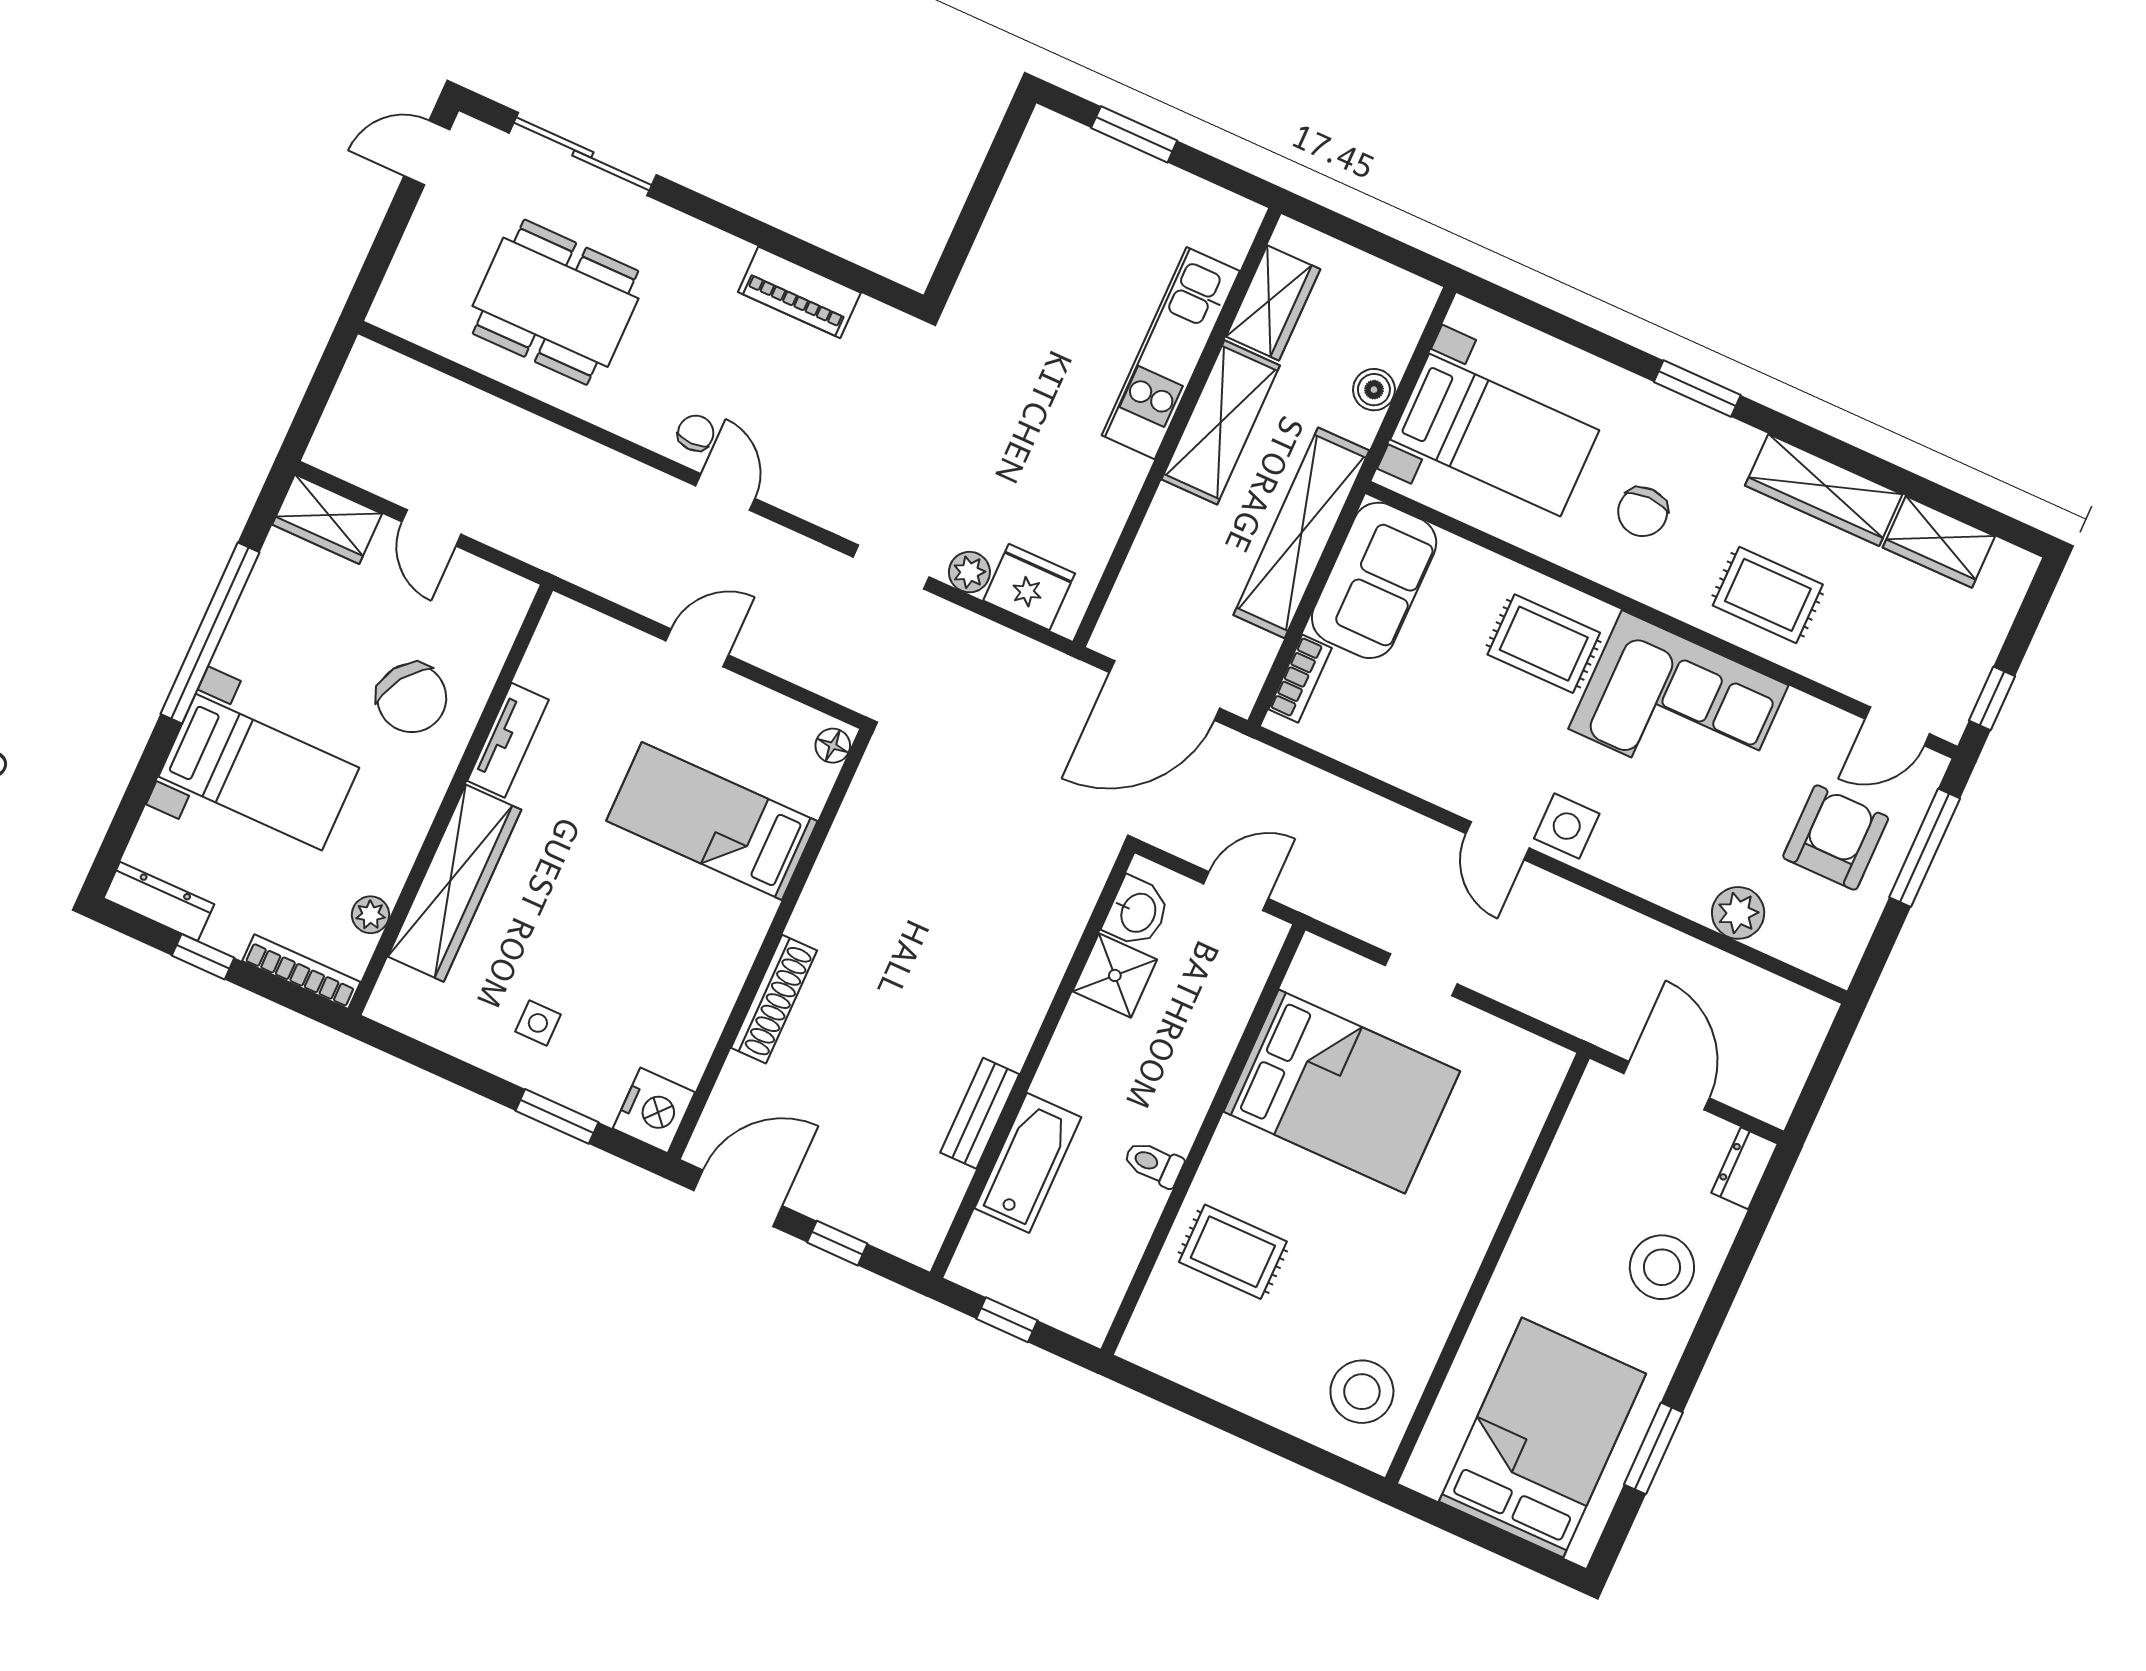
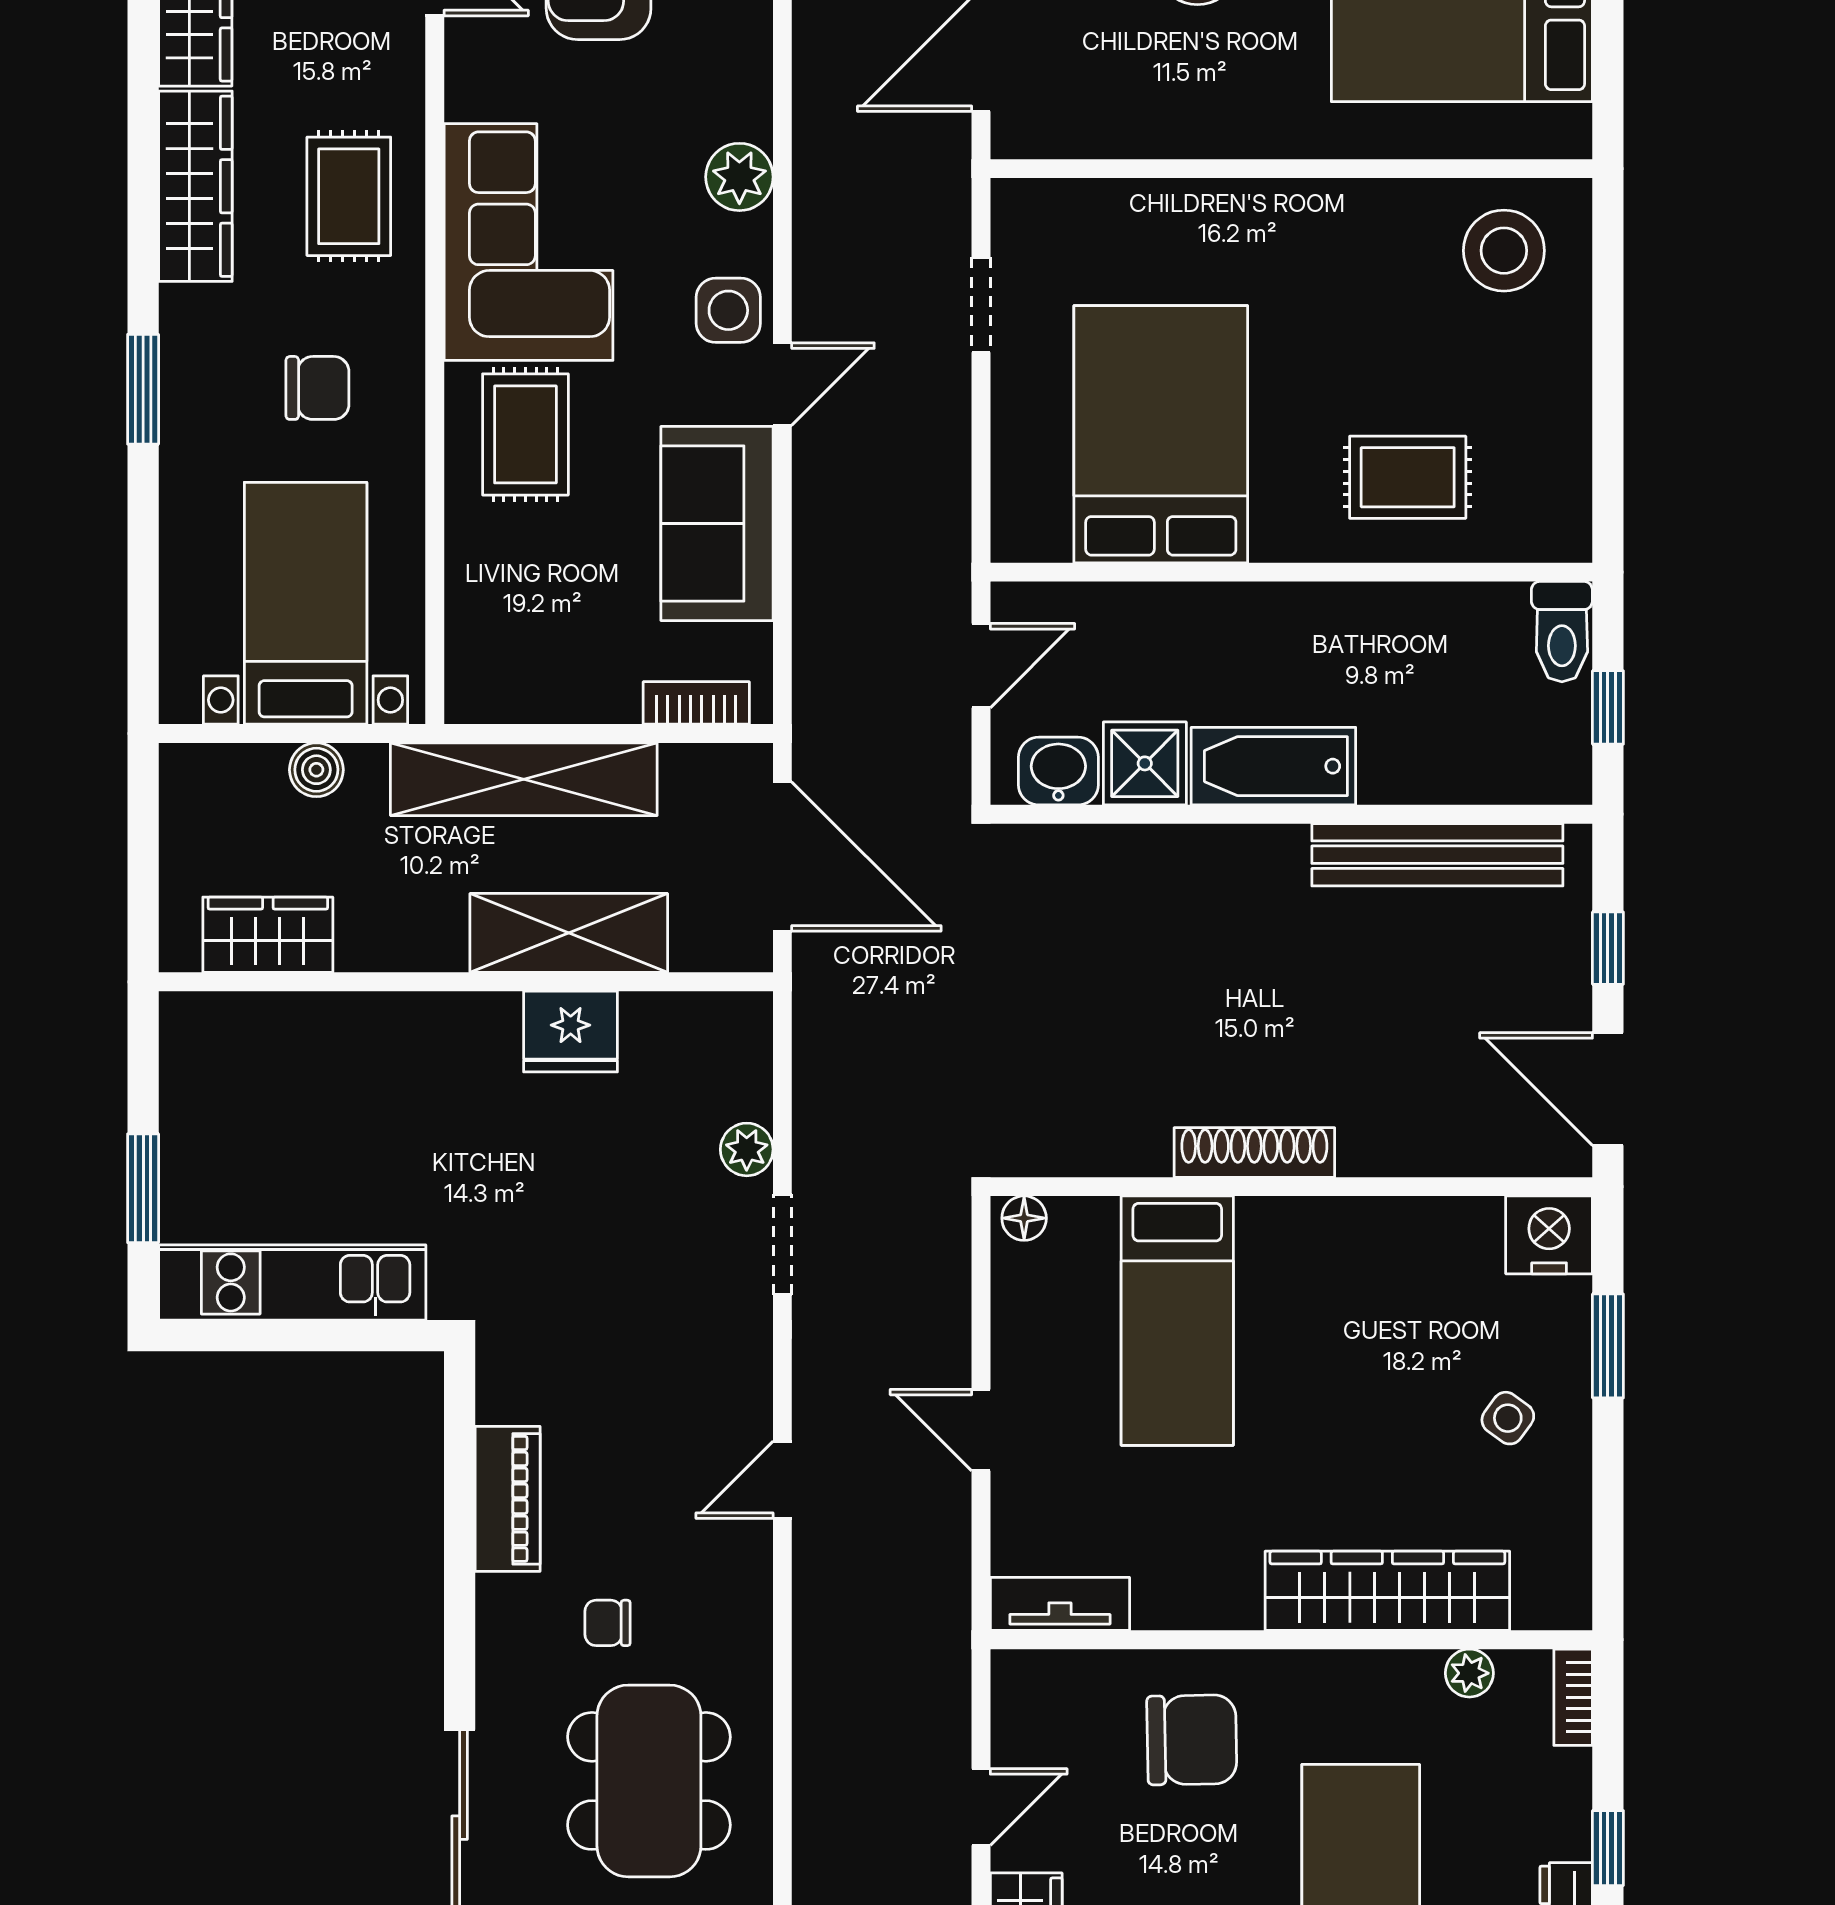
kitchen unit: (1171, 353) -> (292, 1282), moved, turned 180
shelving: (1221, 422) -> (569, 933), moved
chair: (696, 433) -> (608, 1623), moved
sofa: (1374, 580) -> (717, 523), moved, turned -90
fridge: (1029, 587) -> (571, 1032), moved, turned -90
chair: (412, 698) -> (1192, 1740), turned 55
tv unit: (508, 740) -> (1060, 1604), moved
door: (1236, 891) -> (981, 666), swing flipped
plant: (1738, 913) -> (739, 177), moved
bookcase: (301, 972) -> (1573, 1697), width x0.64
doorway: (1421, 975) -> (981, 305), moved
shoe rack: (774, 999) -> (1254, 1153), moved
side table: (538, 1023) -> (1508, 1418), turned 36
bench: (980, 1113) -> (1437, 855), width x1.86, depth x1.21
bathtub: (1028, 1163) -> (1273, 766), moved
toilet: (1154, 1164) -> (1562, 632), moved, width x1.37, depth x1.39
rug: (1233, 1252) -> (1408, 477), turned 90

